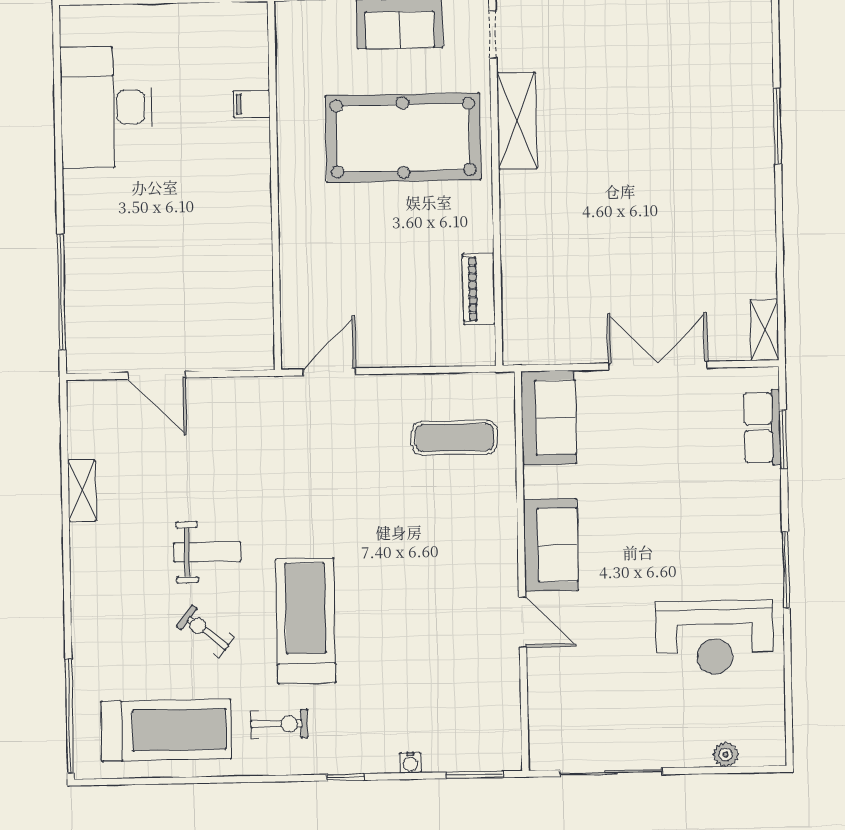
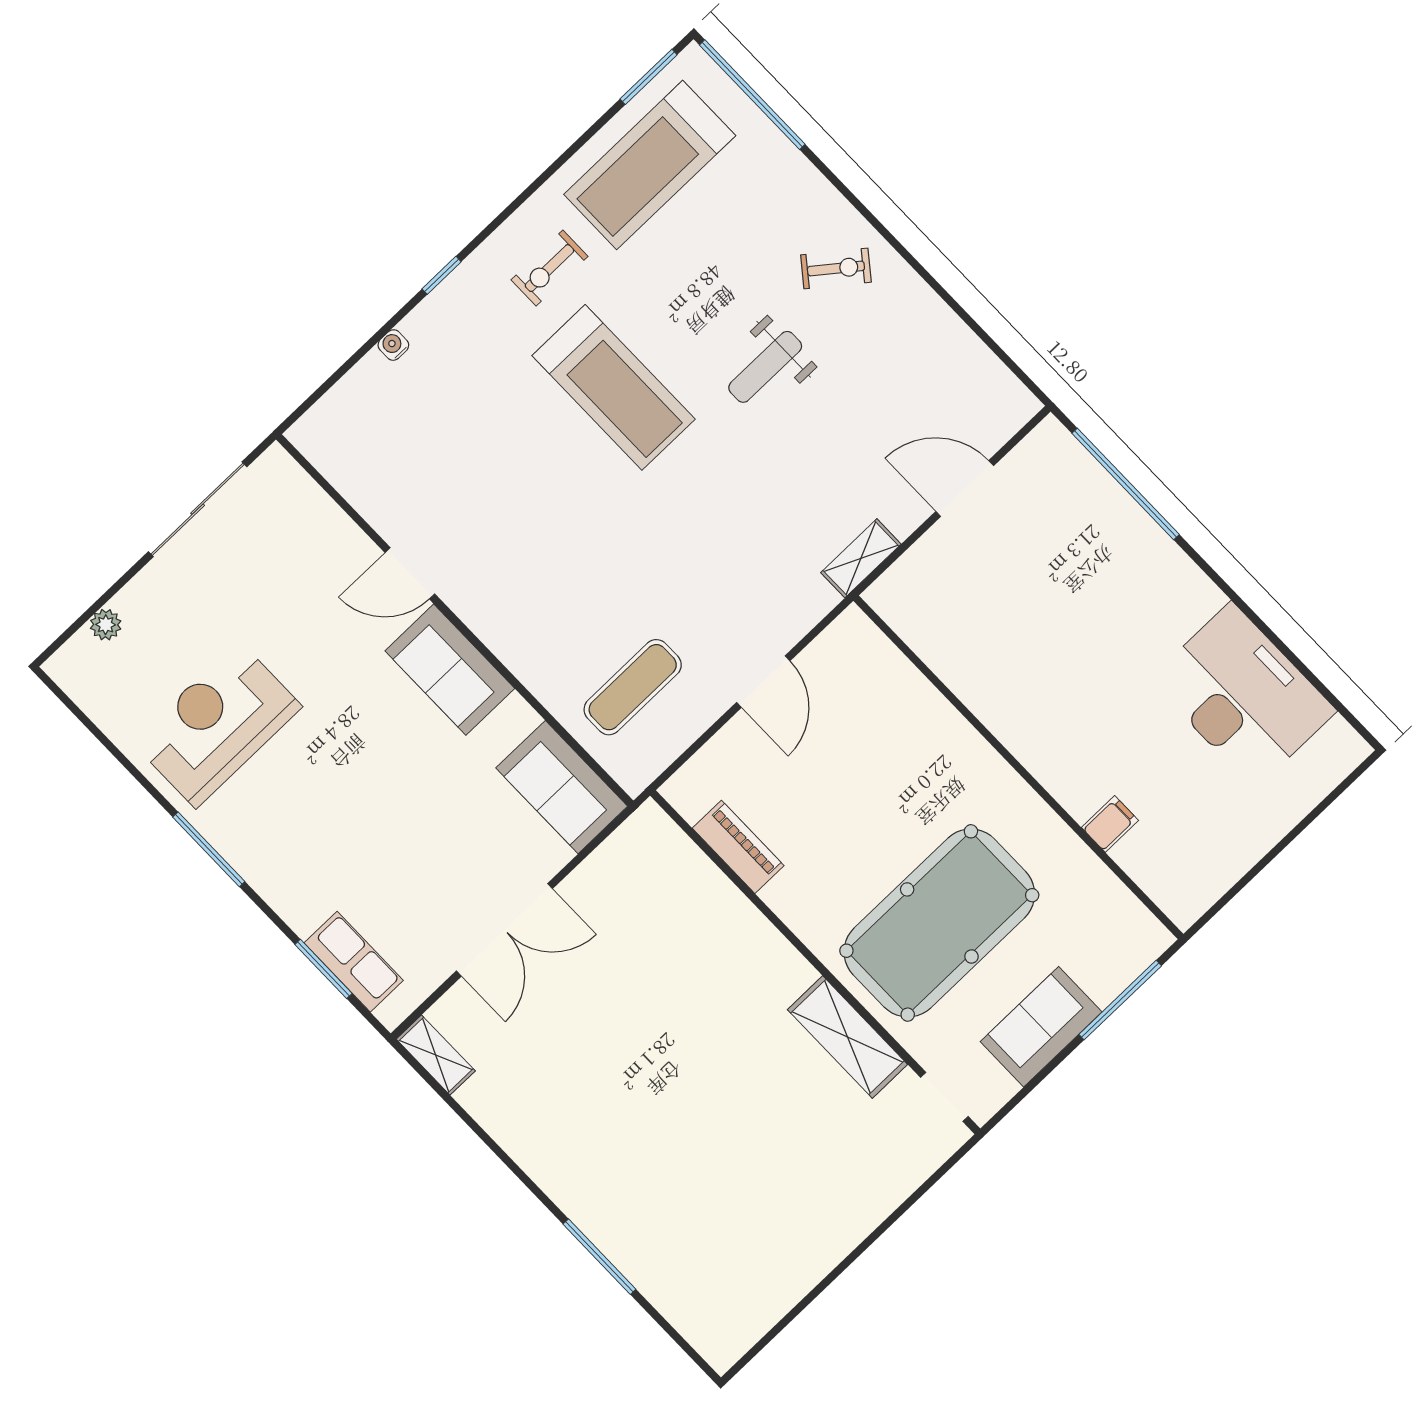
door: (330, 372) -> (763, 682), moved
shelving: (82, 490) -> (861, 558), moved, turned 90
exercise bike: (206, 631) -> (836, 268), moved
window: (475, 775) -> (649, 77), moved

